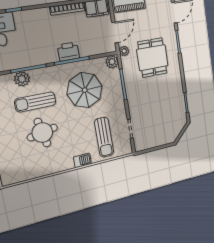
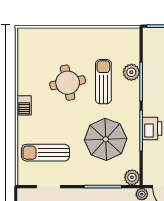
barbecue: (82, 160) -> (24, 105), moved

